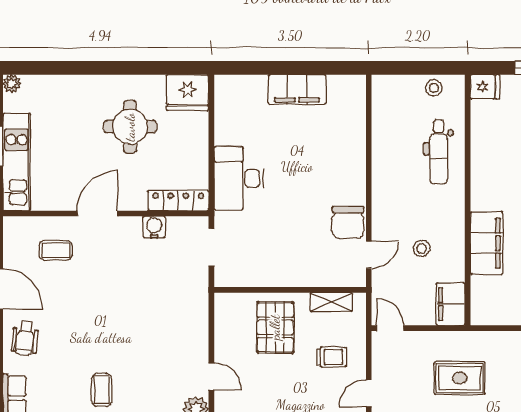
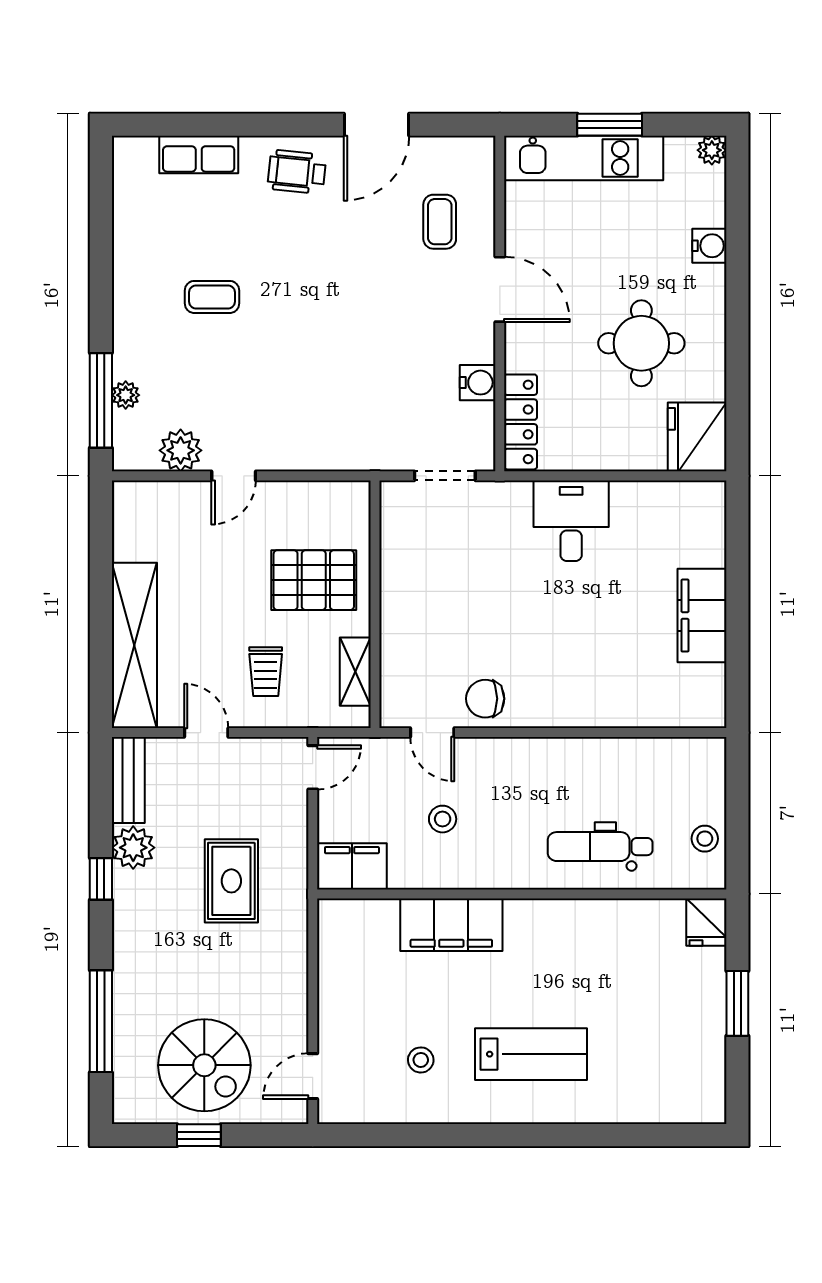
water cooler: (70, 85) -> (709, 246), added
desk: (239, 178) -> (571, 521), width x0.73
chair: (348, 222) -> (485, 699), width x0.73, depth x0.73

